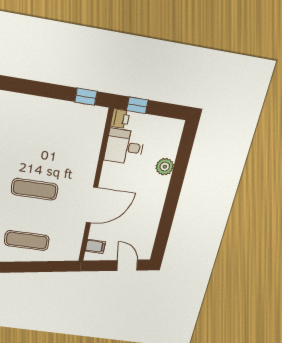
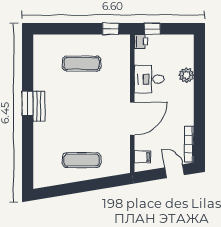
desk: (124, 147) -> (149, 79), moved
exercise mat: (35, 189) -> (82, 64), moved
bookcase: (150, 241) -> (189, 144), added

